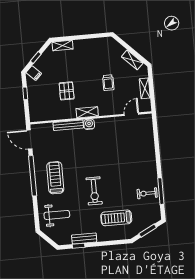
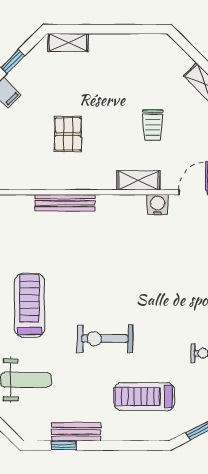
shelving: (87, 112) -> (138, 180), moved
water cooler: (89, 124) -> (158, 205), moved
exercise bike: (94, 191) -> (105, 339), turned 90

